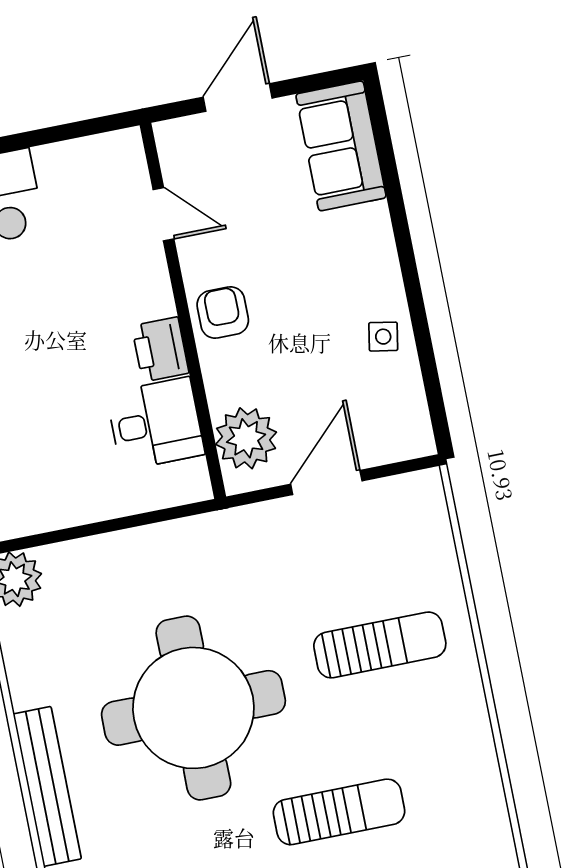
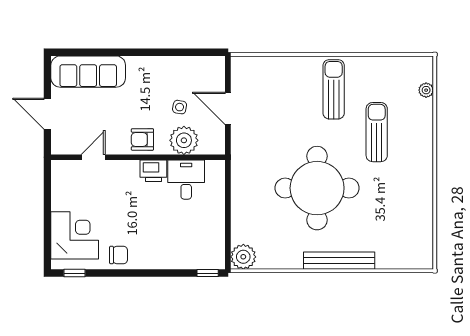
sofa: (341, 146) -> (88, 72), width x1.36
side table: (383, 337) -> (180, 107), moved
plant: (246, 438) -> (184, 140), moved
sun lounger: (380, 645) -> (334, 89), moved

